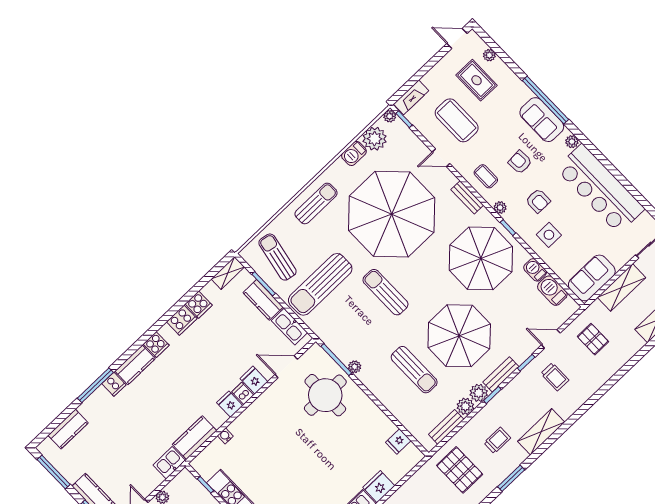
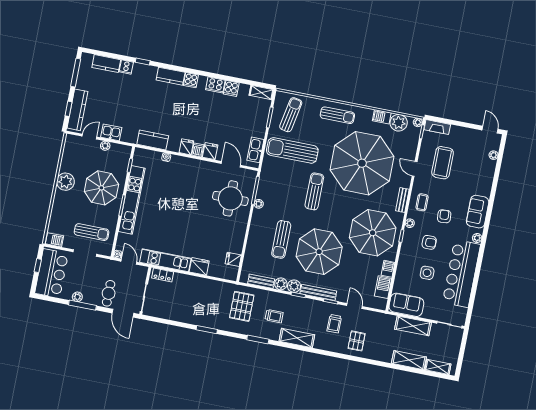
rug: (477, 80) -> (474, 158), removed
window: (545, 100) -> (490, 206), removed
armchair: (538, 201) -> (429, 242), turned -90
side table: (549, 235) -> (427, 273), moved
kitchen counter: (263, 300) -> (260, 124), removed
pallet: (593, 339) -> (357, 341), moved
bench: (501, 374) -> (318, 292), width x1.36
cooker: (114, 384) -> (126, 67), moved
window: (95, 385) -> (143, 62), width x0.46
kitchen sink: (169, 463) -> (111, 132), moved

